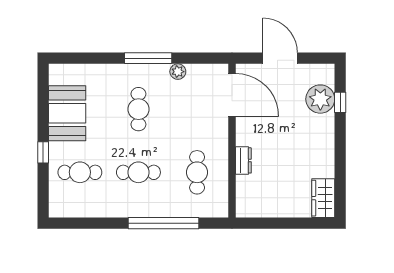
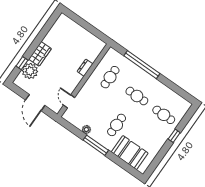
door: (232, 95) -> (69, 101), width x0.53
booth: (67, 113) -> (130, 153), moved, turned 90
wardrobe: (323, 198) -> (40, 54), moved

